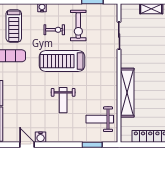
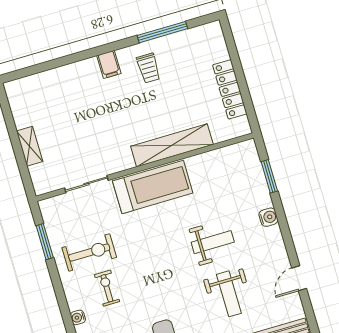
treadmill: (62, 61) -> (153, 187), moved, turned -90
weight bench: (100, 119) -> (229, 294), moved
water cooler: (41, 137) -> (268, 217), moved

